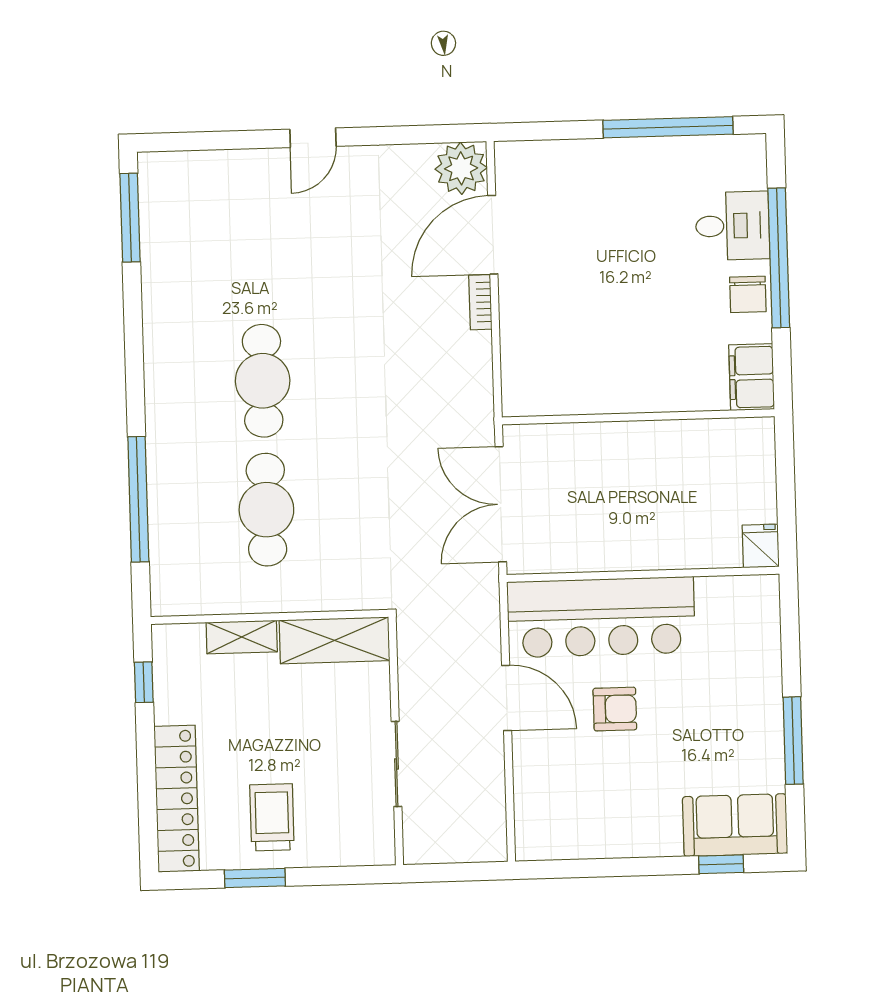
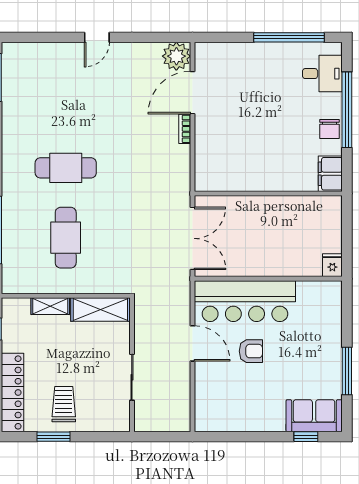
desk: (733, 226) -> (322, 74), moved
cafe table: (263, 381) -> (66, 168), turned 90
double door: (501, 504) -> (193, 238), swing flipped

